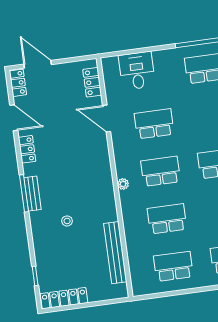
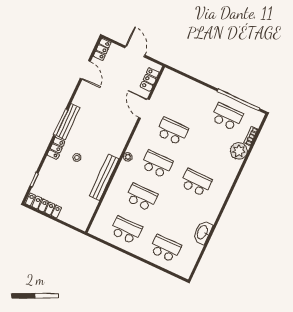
door: (38, 64) -> (135, 52), moved
desk: (137, 71) -> (183, 90), removed
locker: (27, 149) -> (56, 148), moved
bench: (32, 194) -> (68, 122), width x1.36
bench: (115, 253) -> (104, 177), moved

